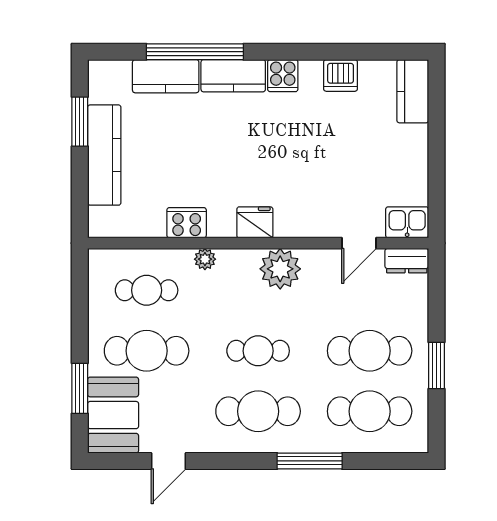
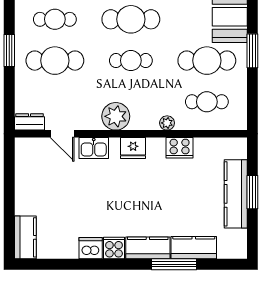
window: (195, 52) -> (174, 264), width x0.68
dishwasher: (341, 75) -> (91, 248), moved
window: (80, 122) -> (252, 192), moved
kitchen sink: (407, 222) -> (94, 148), moved
door: (359, 243) -> (62, 134), swing flipped
window: (80, 388) -> (252, 51), moved
cafe table: (370, 411) -> (55, 19), width x0.73, depth x0.74

